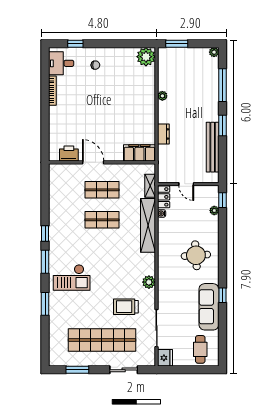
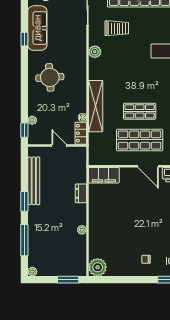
shelving: (150, 186) -> (94, 144), removed
shop shelf: (102, 190) -> (140, 140), width x1.43, depth x1.36

